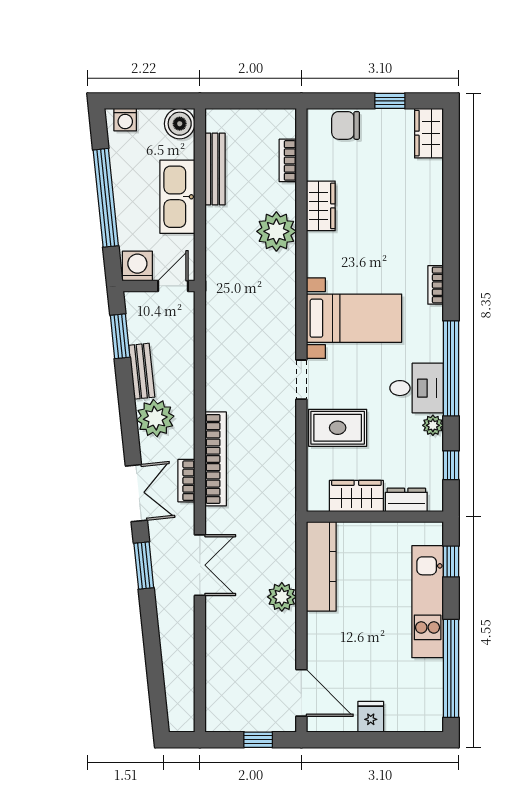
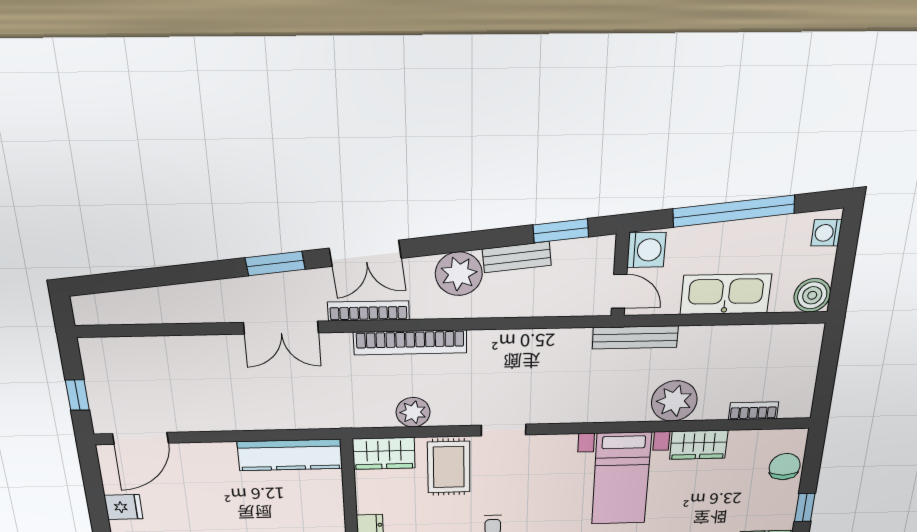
bench: (215, 169) -> (635, 337), moved
bed with nightstands: (354, 318) -> (621, 479), moved
bookcase: (186, 481) -> (368, 311), width x1.56
wardrobe: (356, 496) -> (384, 453), moved, turned 90
plant: (282, 597) -> (413, 412), moved

